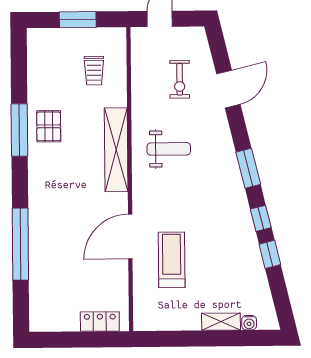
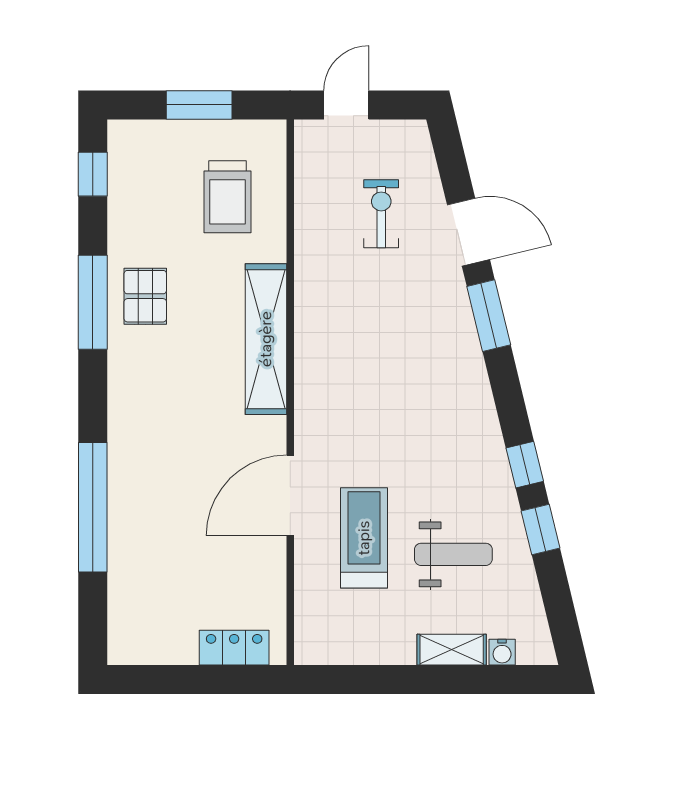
window: (19, 59) -> (93, 174), added
trolley: (94, 71) -> (227, 197), width x1.36, depth x1.39
exercise bike: (180, 79) -> (381, 214), turned 180
door: (228, 89) -> (468, 232), hinge flipped
weight bench: (169, 149) -> (453, 554), moved
window: (248, 168) -> (489, 316), moved

